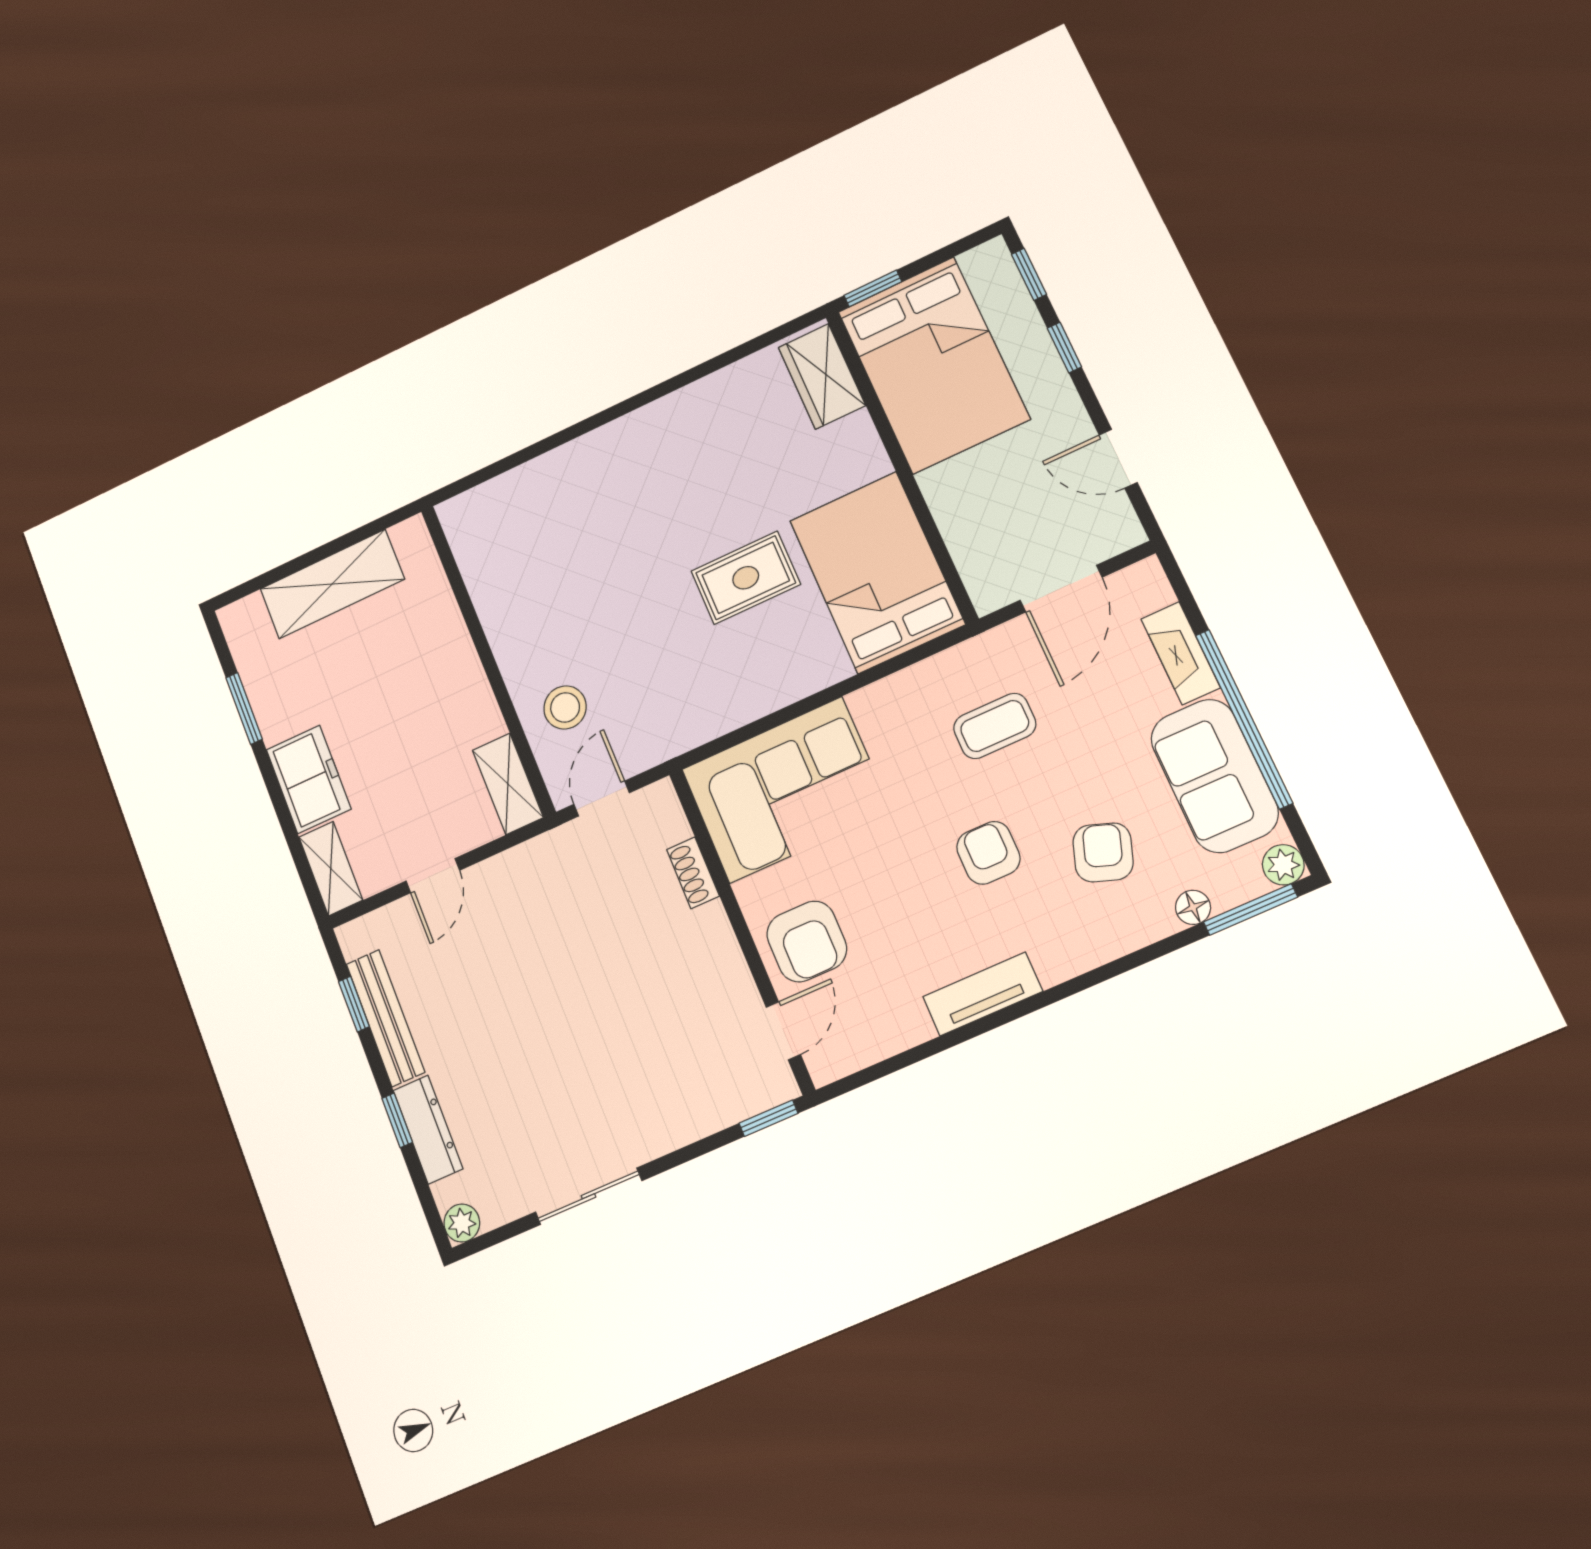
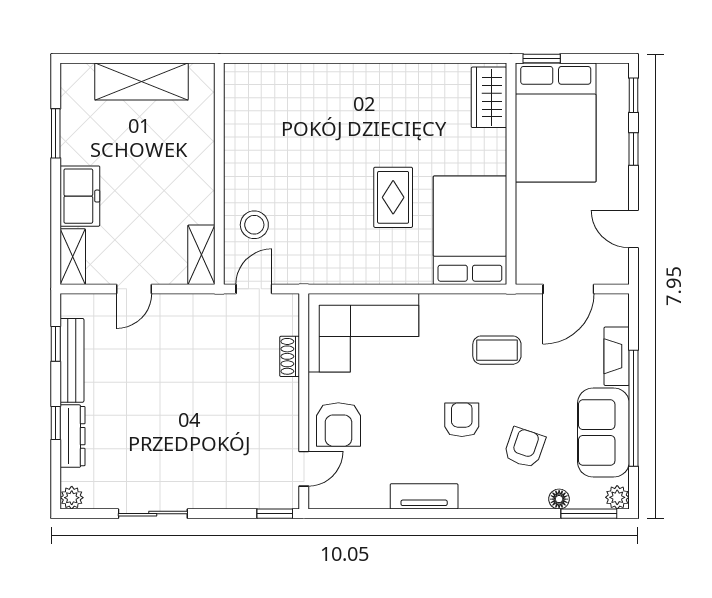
rug: (746, 578) -> (393, 197), turned 90

